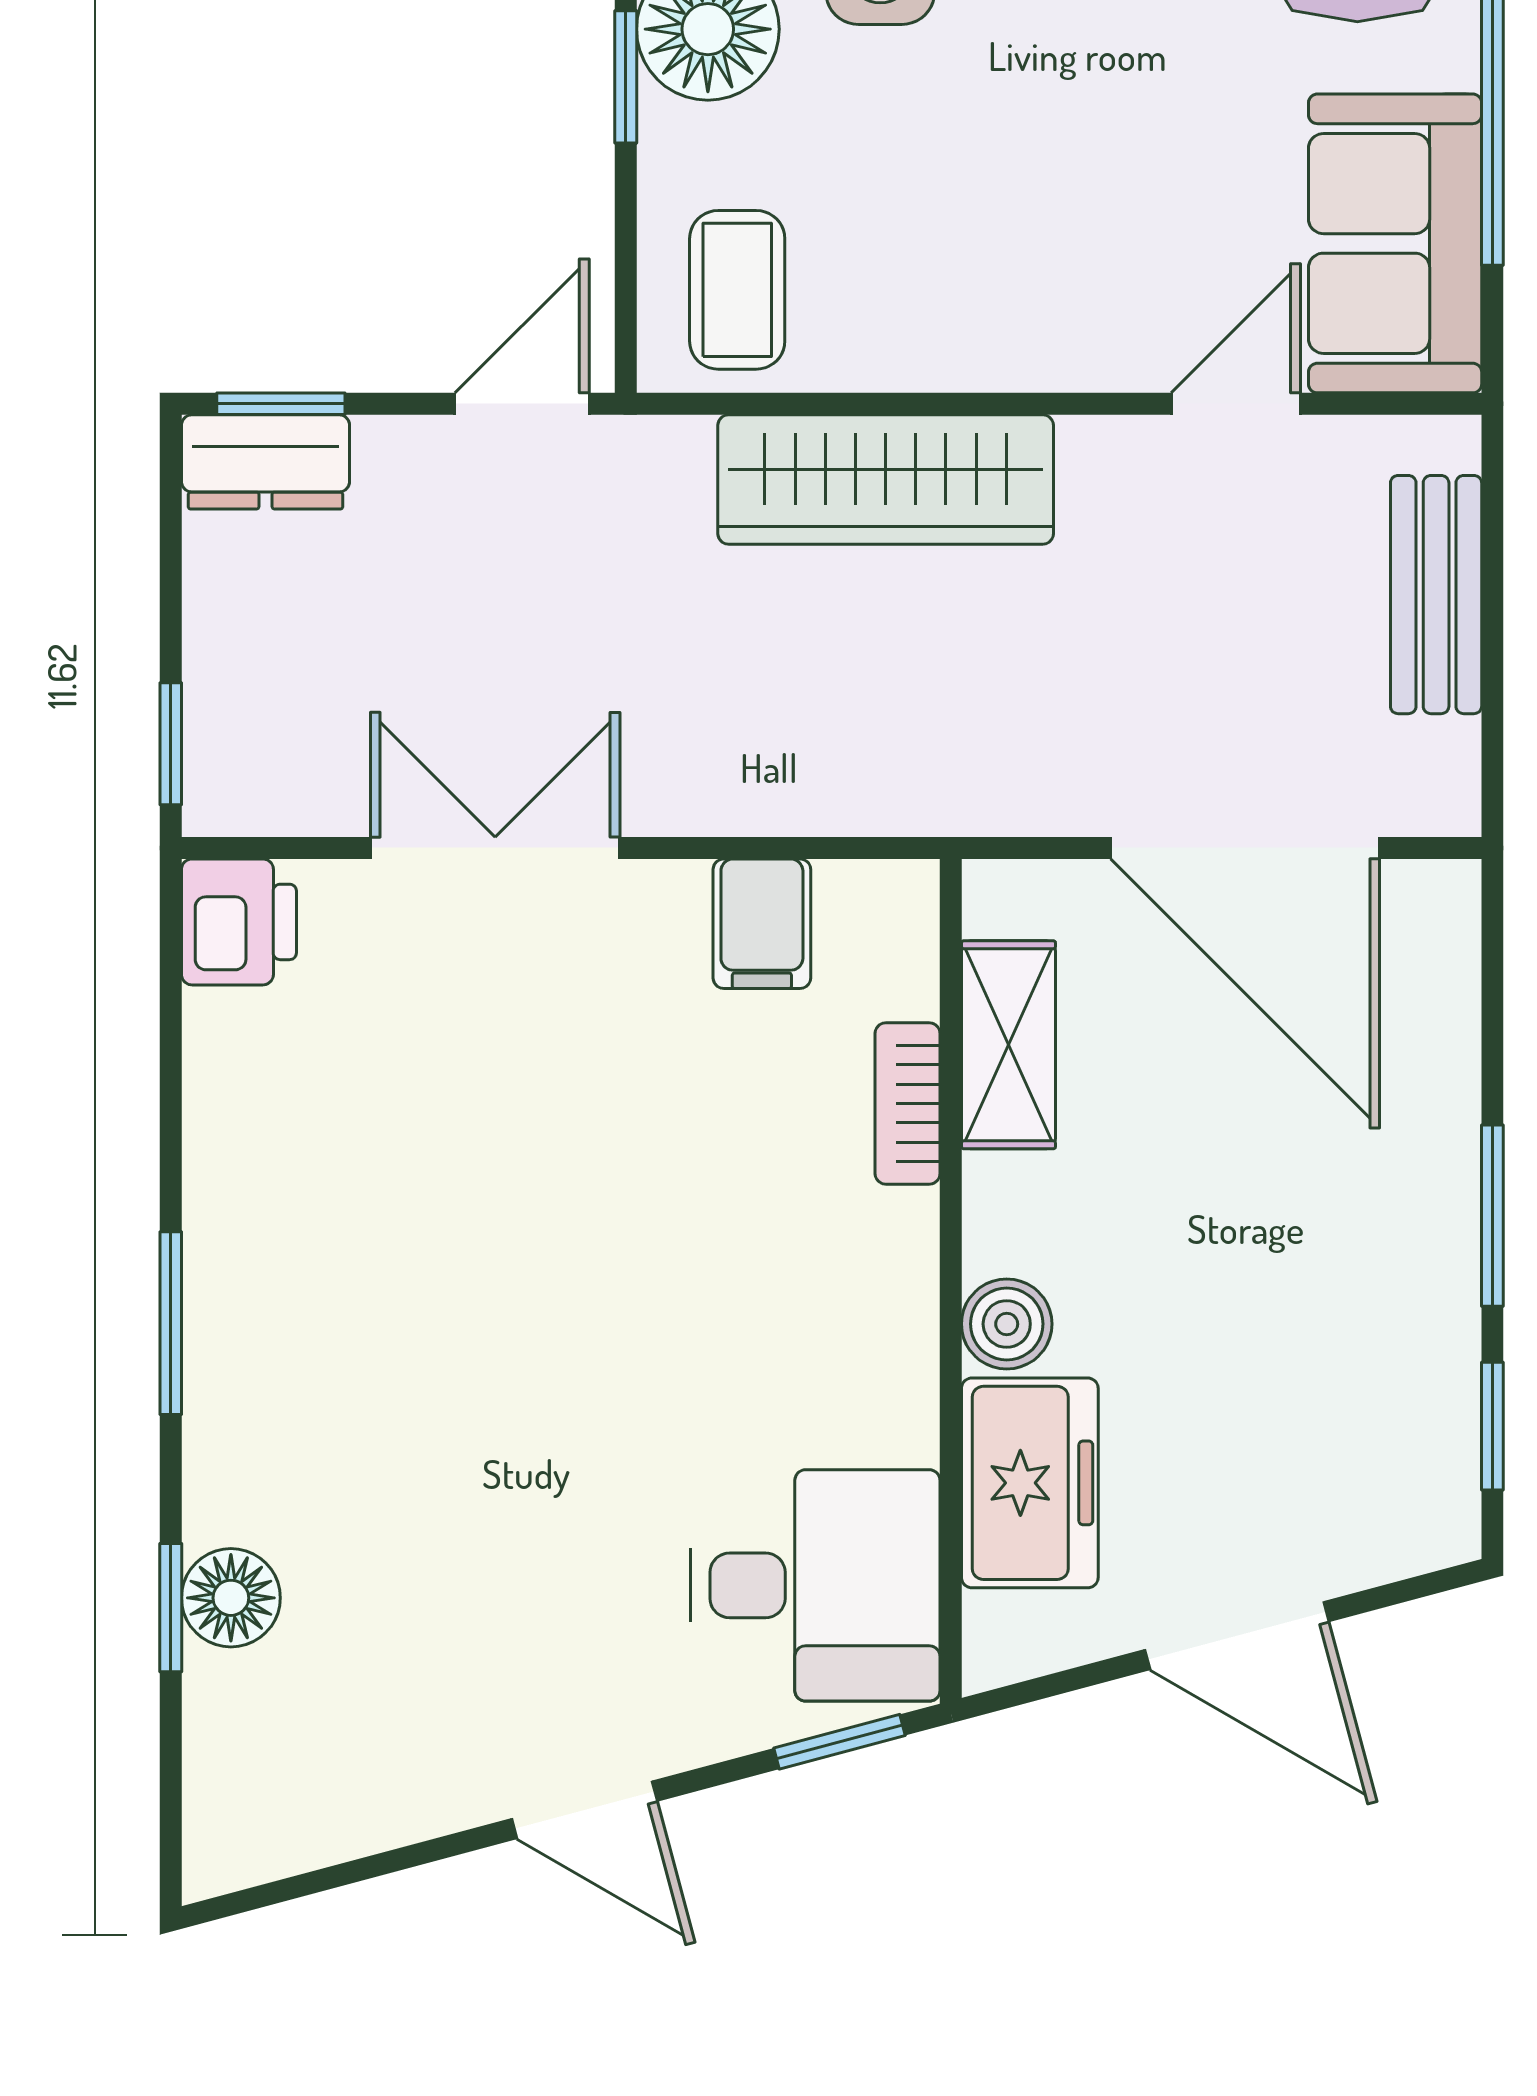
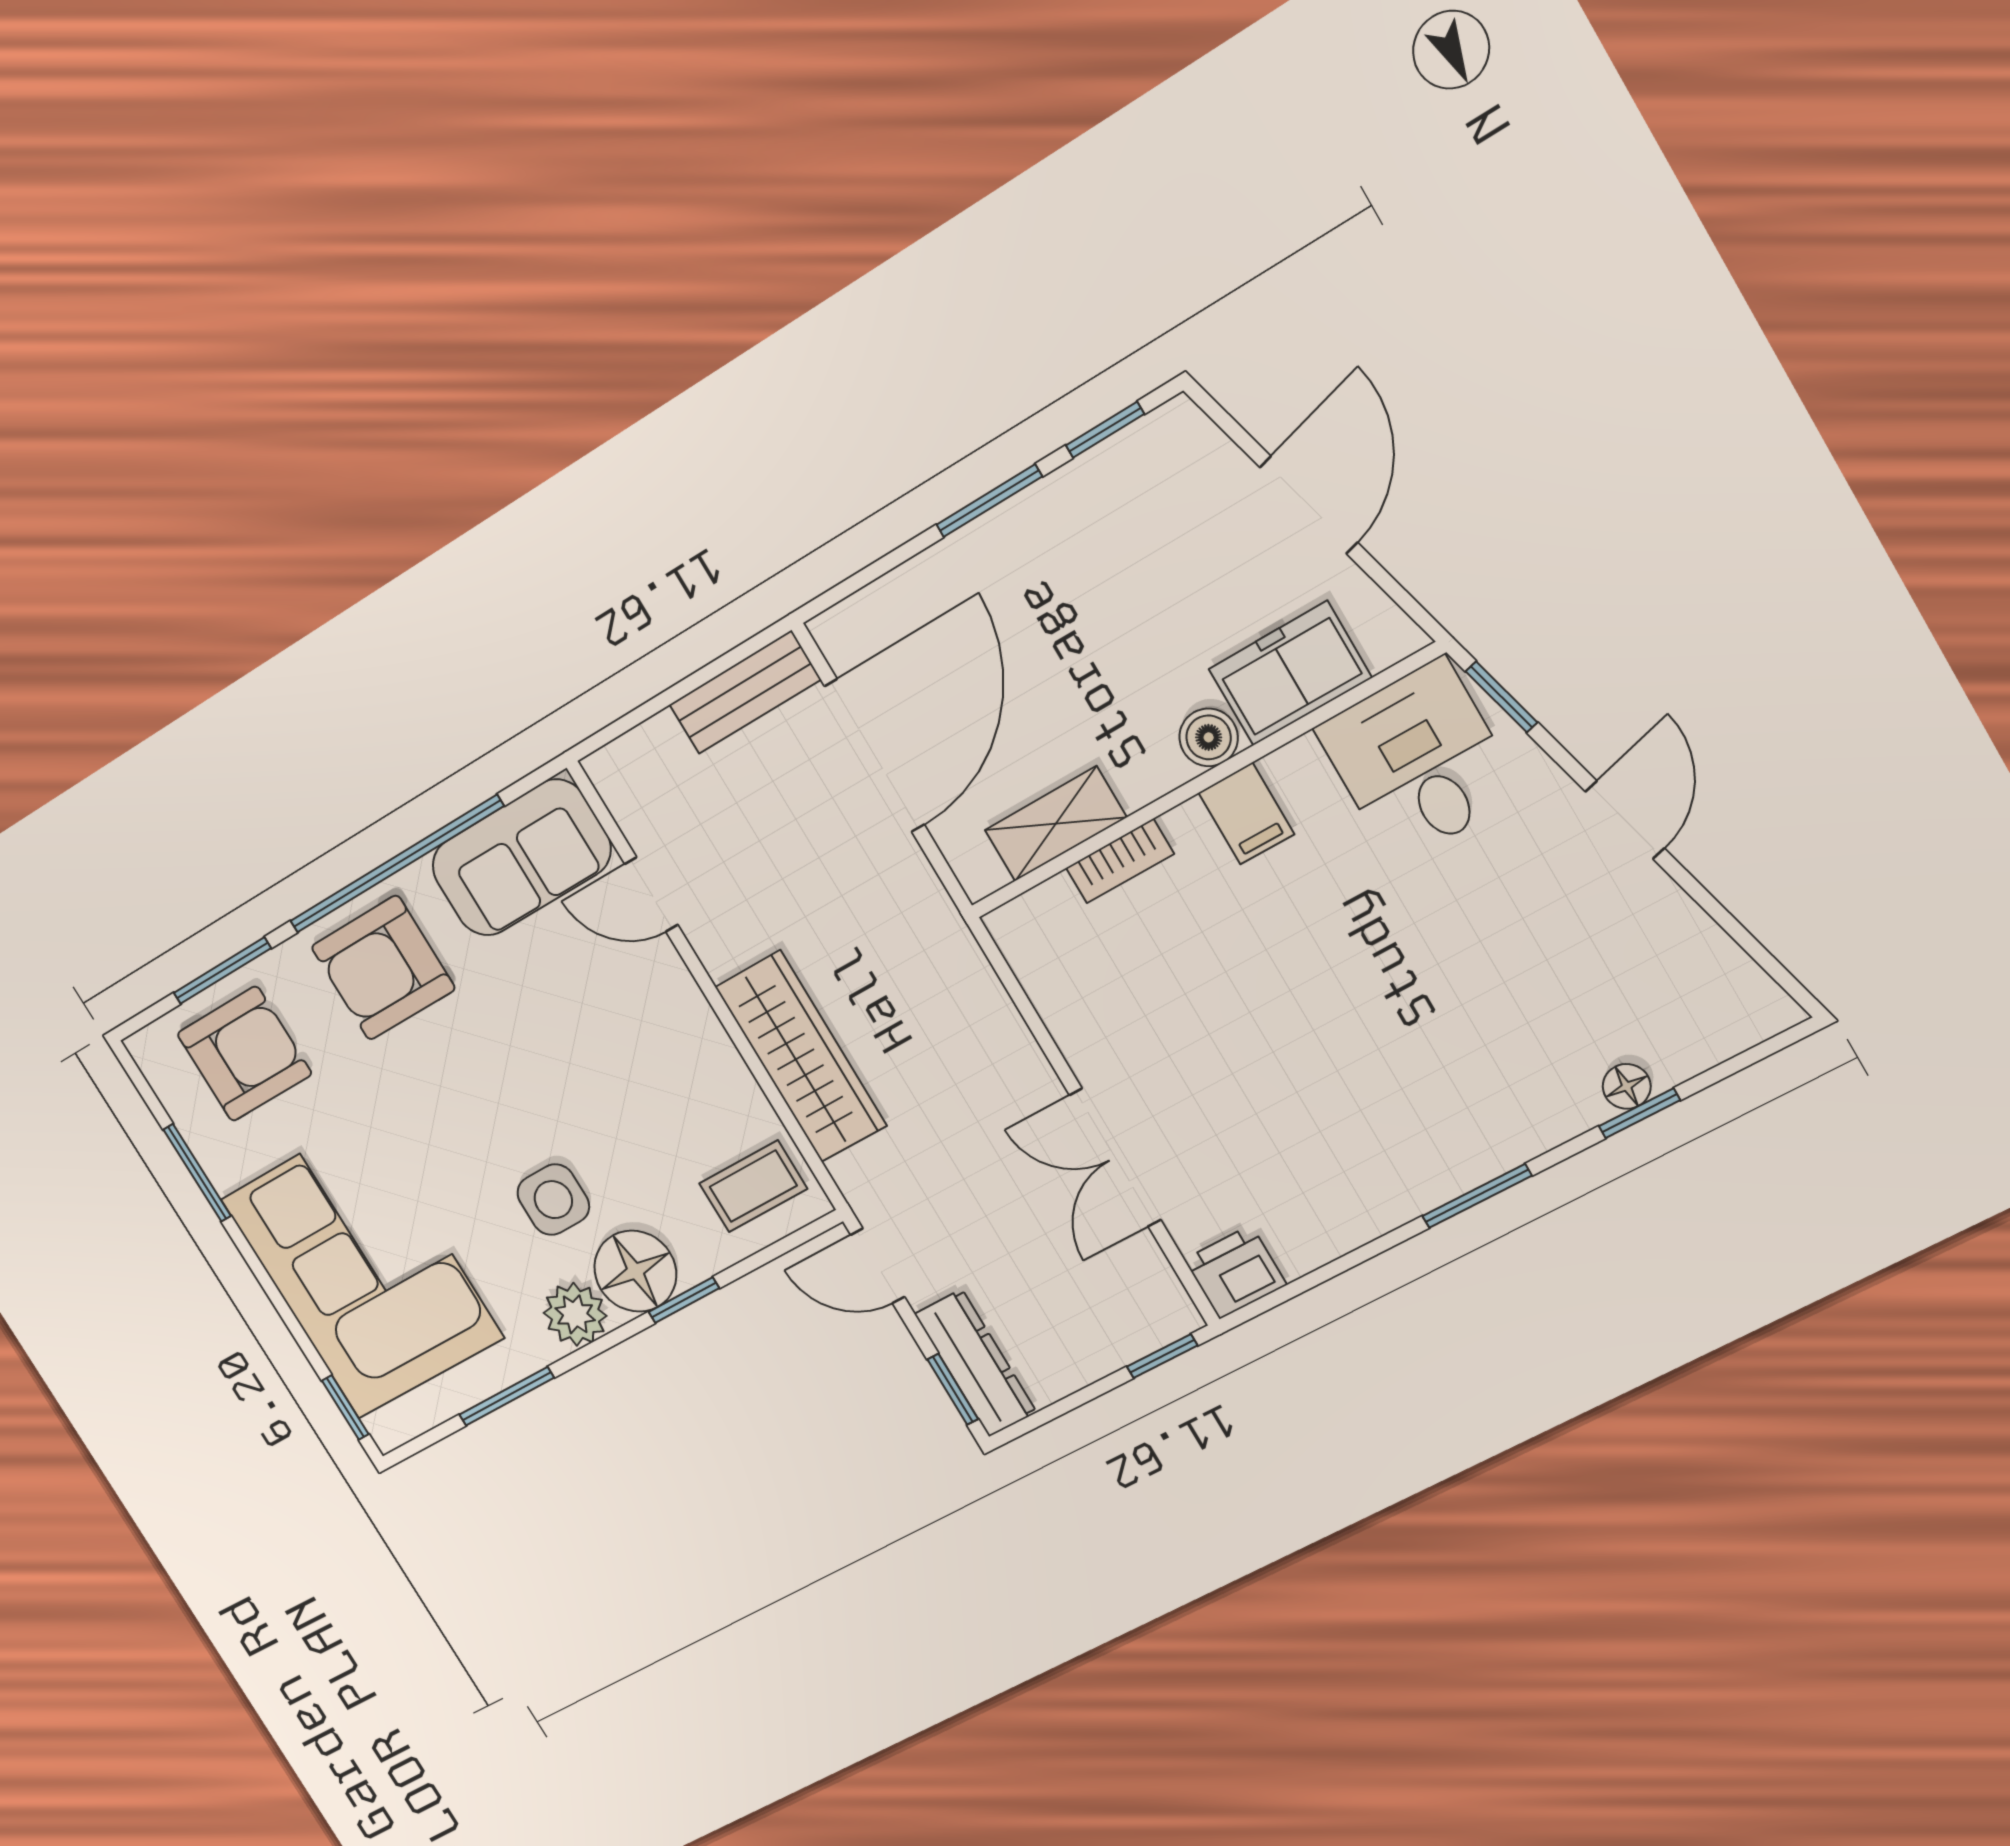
dresser: (265, 462) -> (976, 1363), width x1.44
bench: (1436, 595) -> (745, 692), moved
filing cabinet: (762, 924) -> (1246, 814), moved, turned 90
floor lamp: (231, 1598) -> (1627, 1086), width x0.73, depth x0.73

